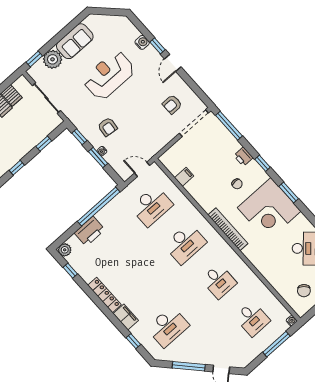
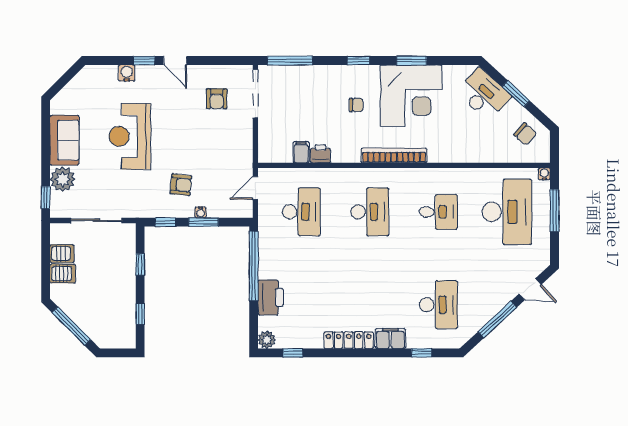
printer: (243, 157) -> (320, 154), moved, turned 180
desk: (252, 319) -> (507, 212), width x1.87, depth x1.30

